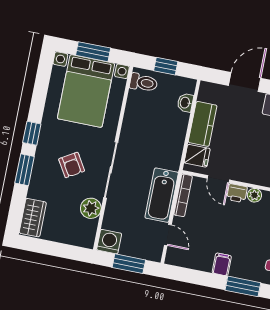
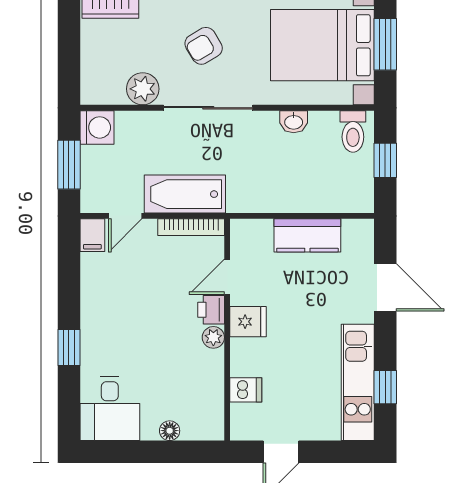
washbasin: (185, 103) -> (294, 122), moved, turned 180
fridge: (197, 156) -> (248, 322), moved, turned -90
filing cabinet: (222, 264) -> (92, 235), moved, turned 90
window: (243, 286) -> (69, 348), width x0.67

